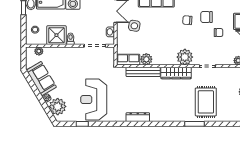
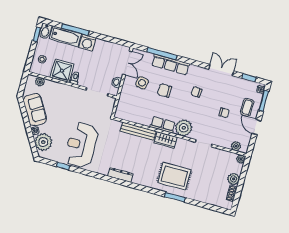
chair: (206, 17) -> (164, 91), moved
plant: (146, 59) -> (145, 119), removed
row of seats: (128, 60) -> (163, 125), moved
wardrobe: (176, 73) -> (166, 140), width x0.67
rug: (206, 102) -> (174, 176), moved, turned 90

